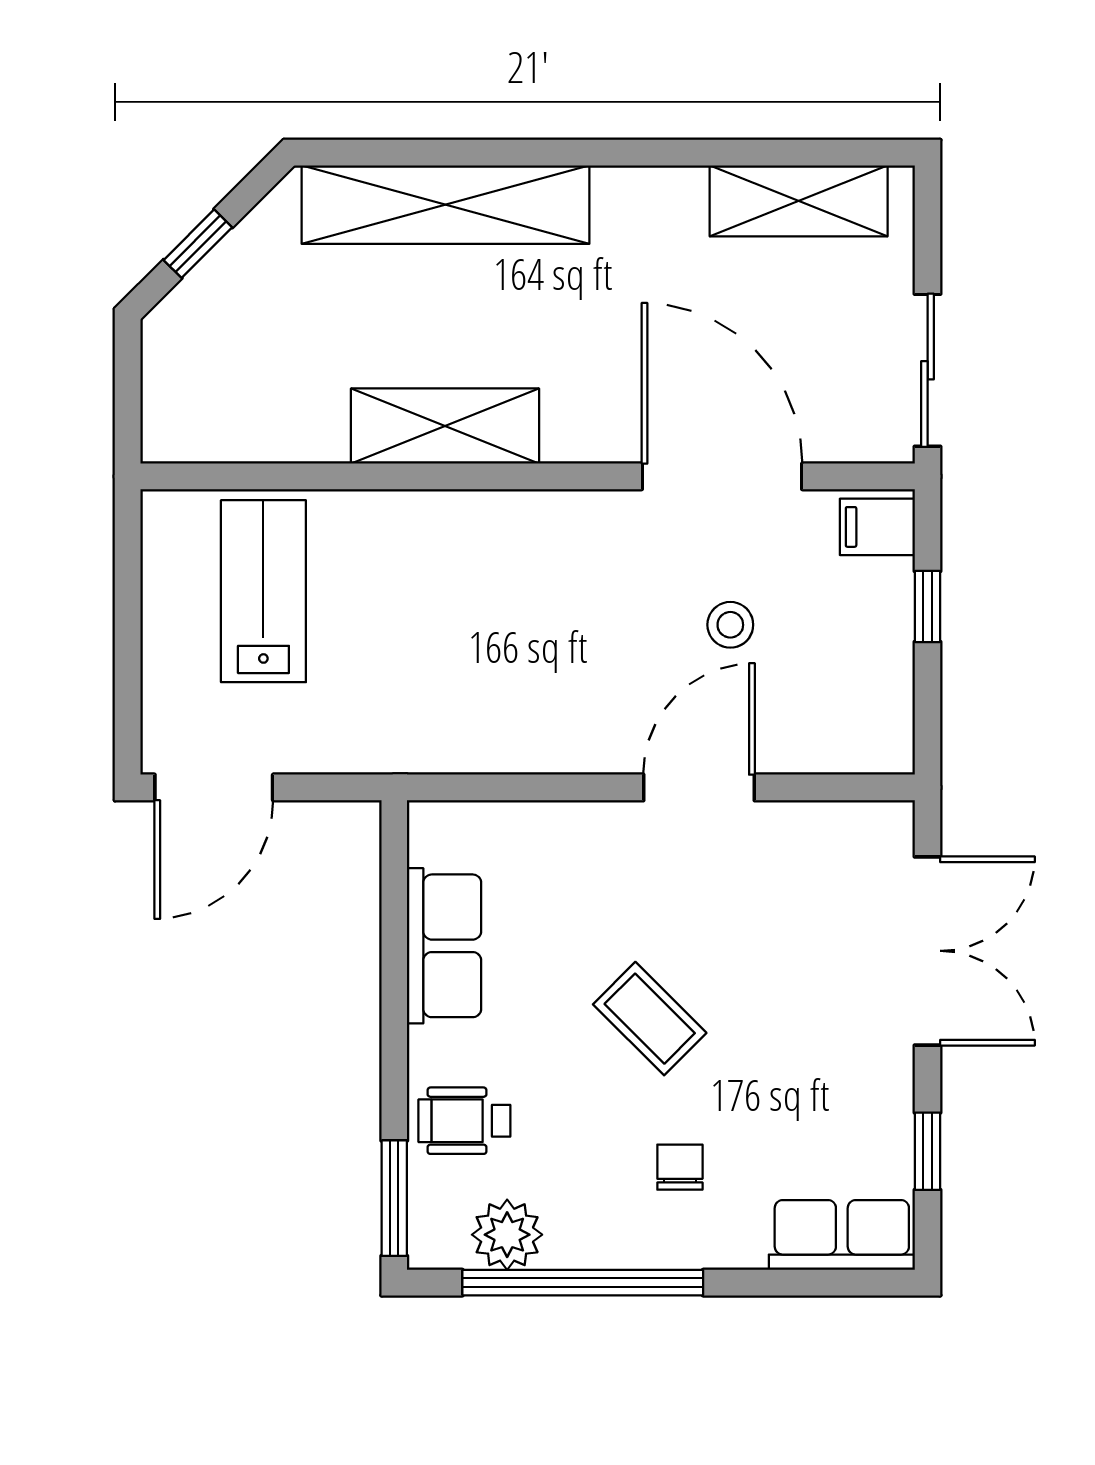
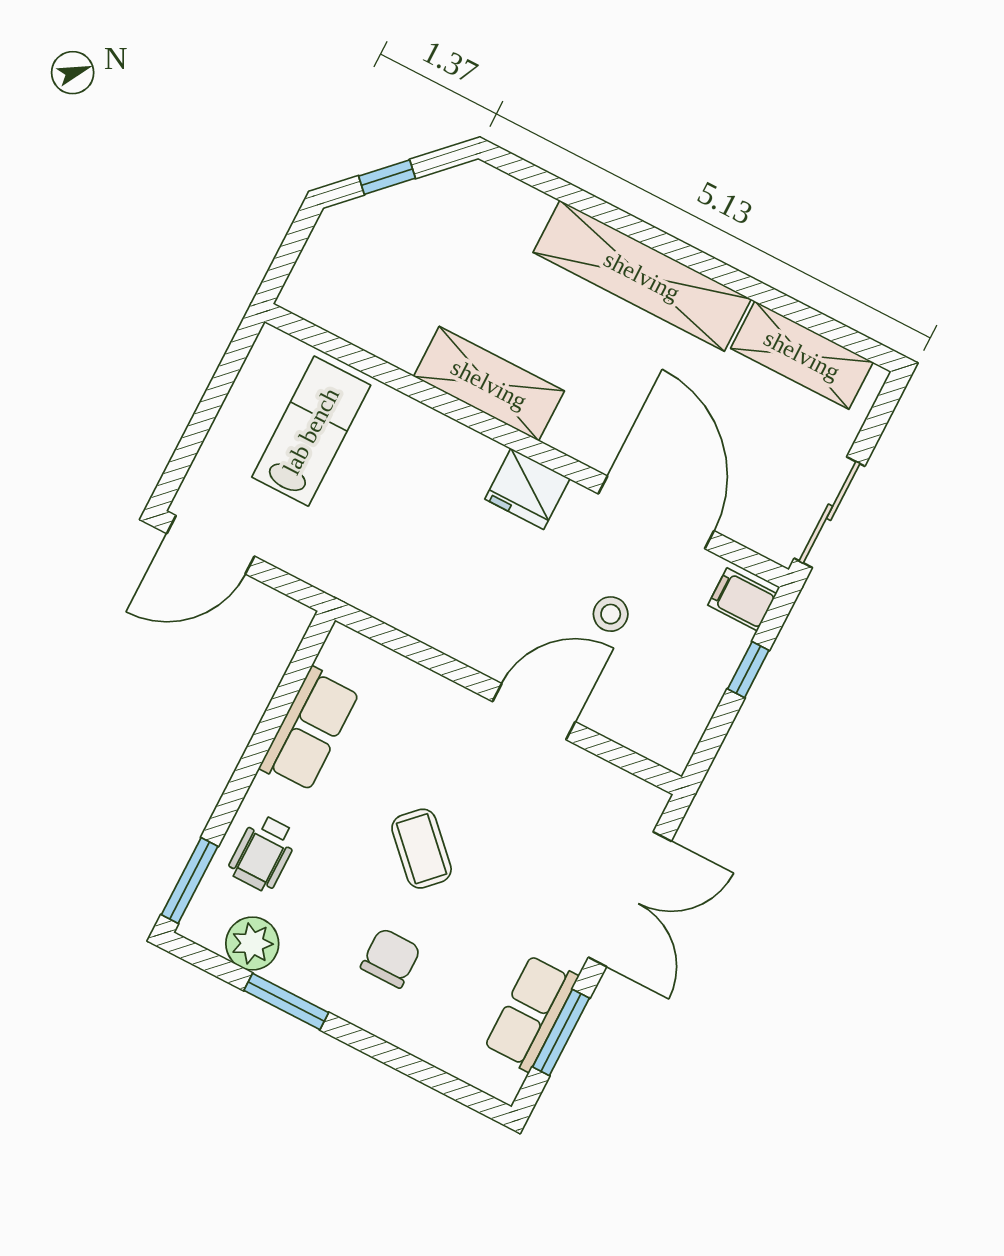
shelving: (446, 205) -> (642, 276), moved
fridge: (555, 527) -> (527, 489), added
wheelchair: (464, 1121) -> (263, 853), turned -90
window: (928, 1151) -> (561, 1033), width x1.50
chair: (680, 1167) -> (391, 958), width x1.37, depth x1.37
row of seats: (842, 1235) -> (531, 1013), moved, turned -90
window: (583, 1283) -> (286, 1001), width x0.47

